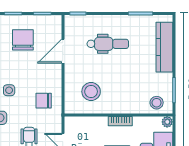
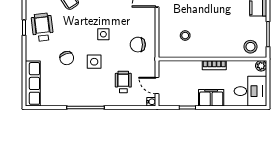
stool: (91, 92) -> (185, 36), width x0.53, depth x0.53

